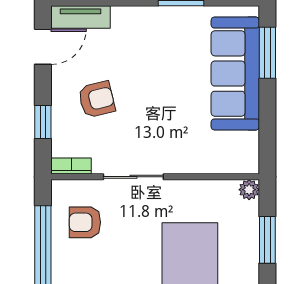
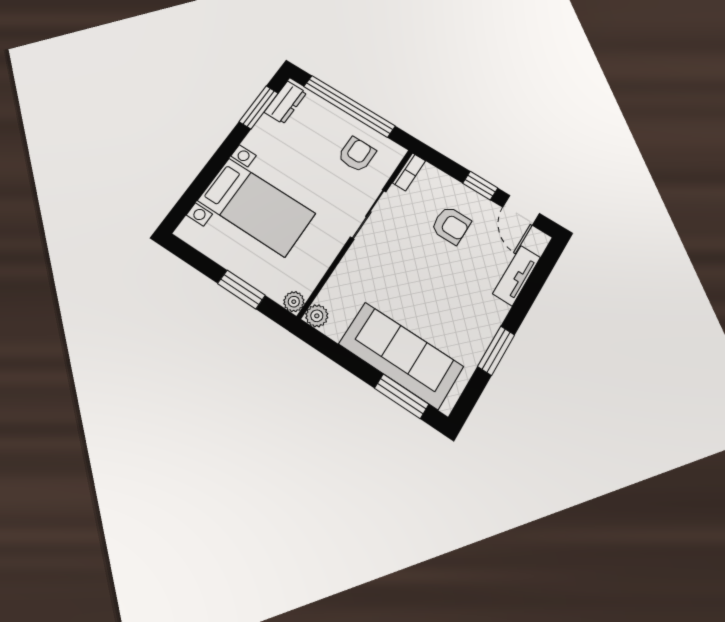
tv unit: (81, 17) -> (517, 276), moved
armchair: (97, 99) -> (451, 225), turned -76
window: (43, 122) -> (480, 186), moved
plant: (248, 163) -> (317, 316), added

